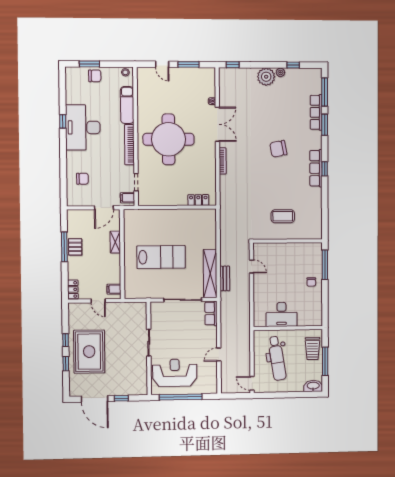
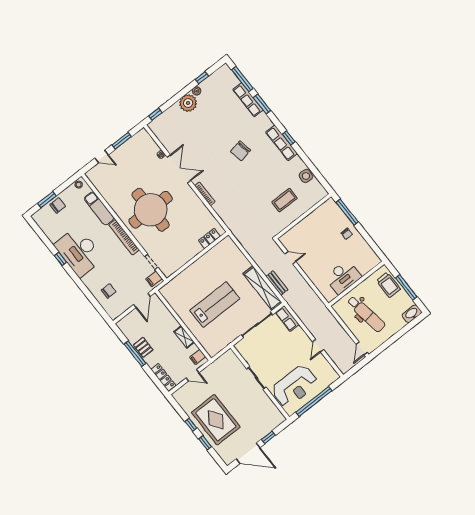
side table: (315, 210) -> (306, 176), added
shelving: (115, 242) -> (184, 337), moved
locker: (73, 289) -> (163, 377), width x1.53
reception desk: (175, 373) -> (295, 386), turned 180
door: (252, 383) -> (362, 348), hinge flipped

